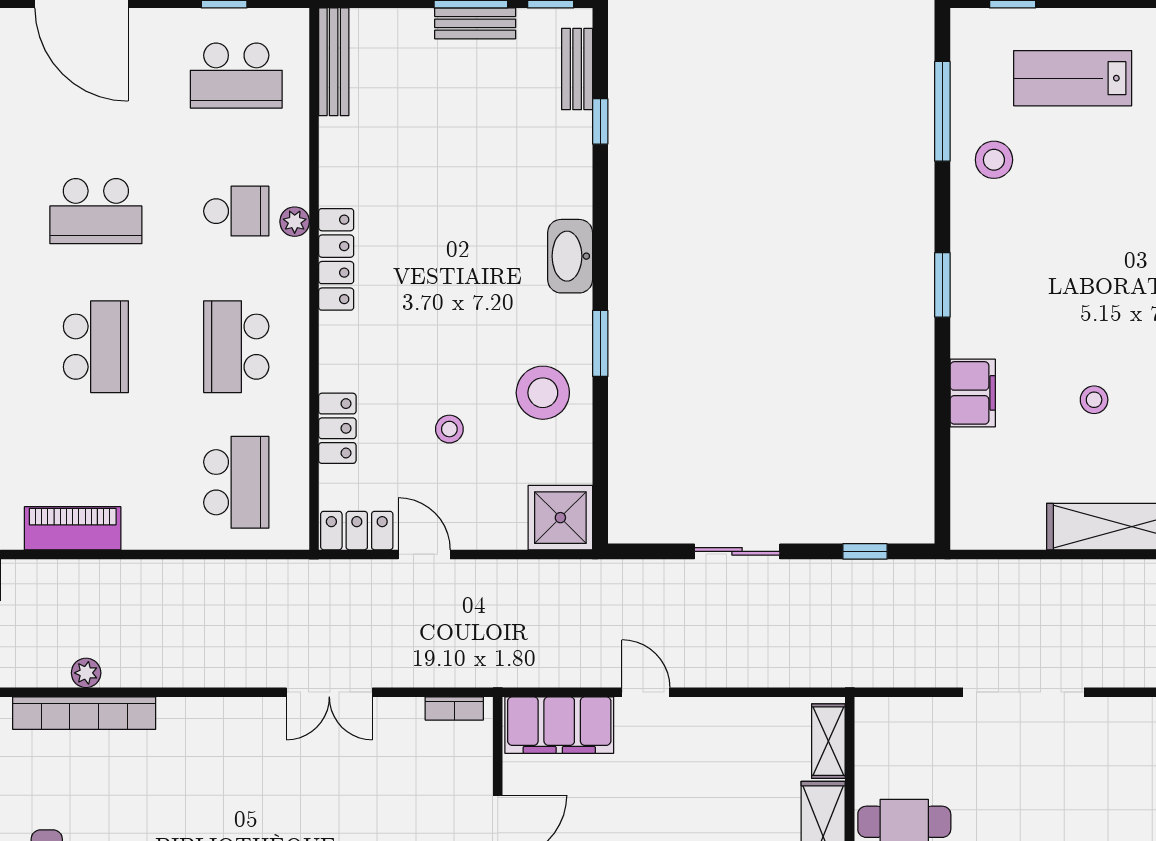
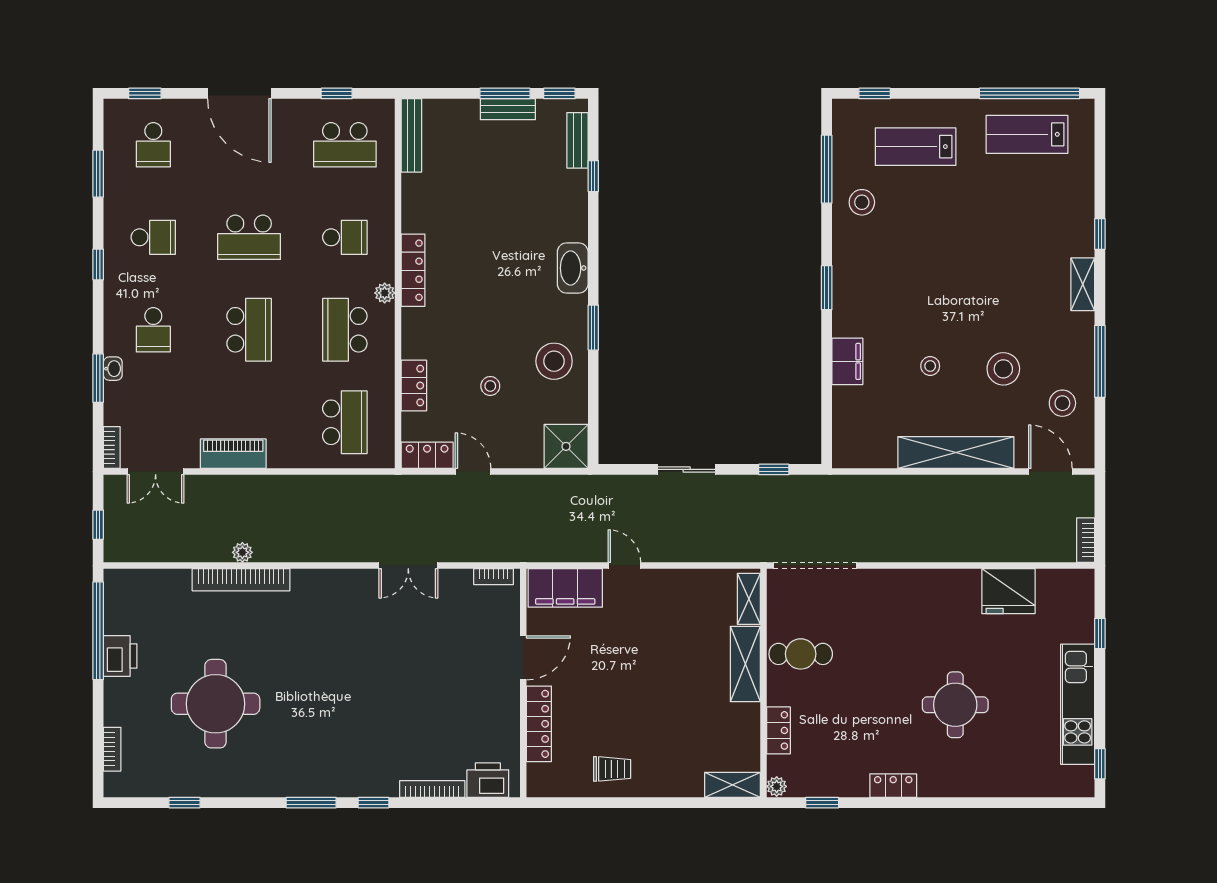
plant: (295, 222) -> (385, 293), moved
doorway: (1024, 692) -> (815, 566), moved

